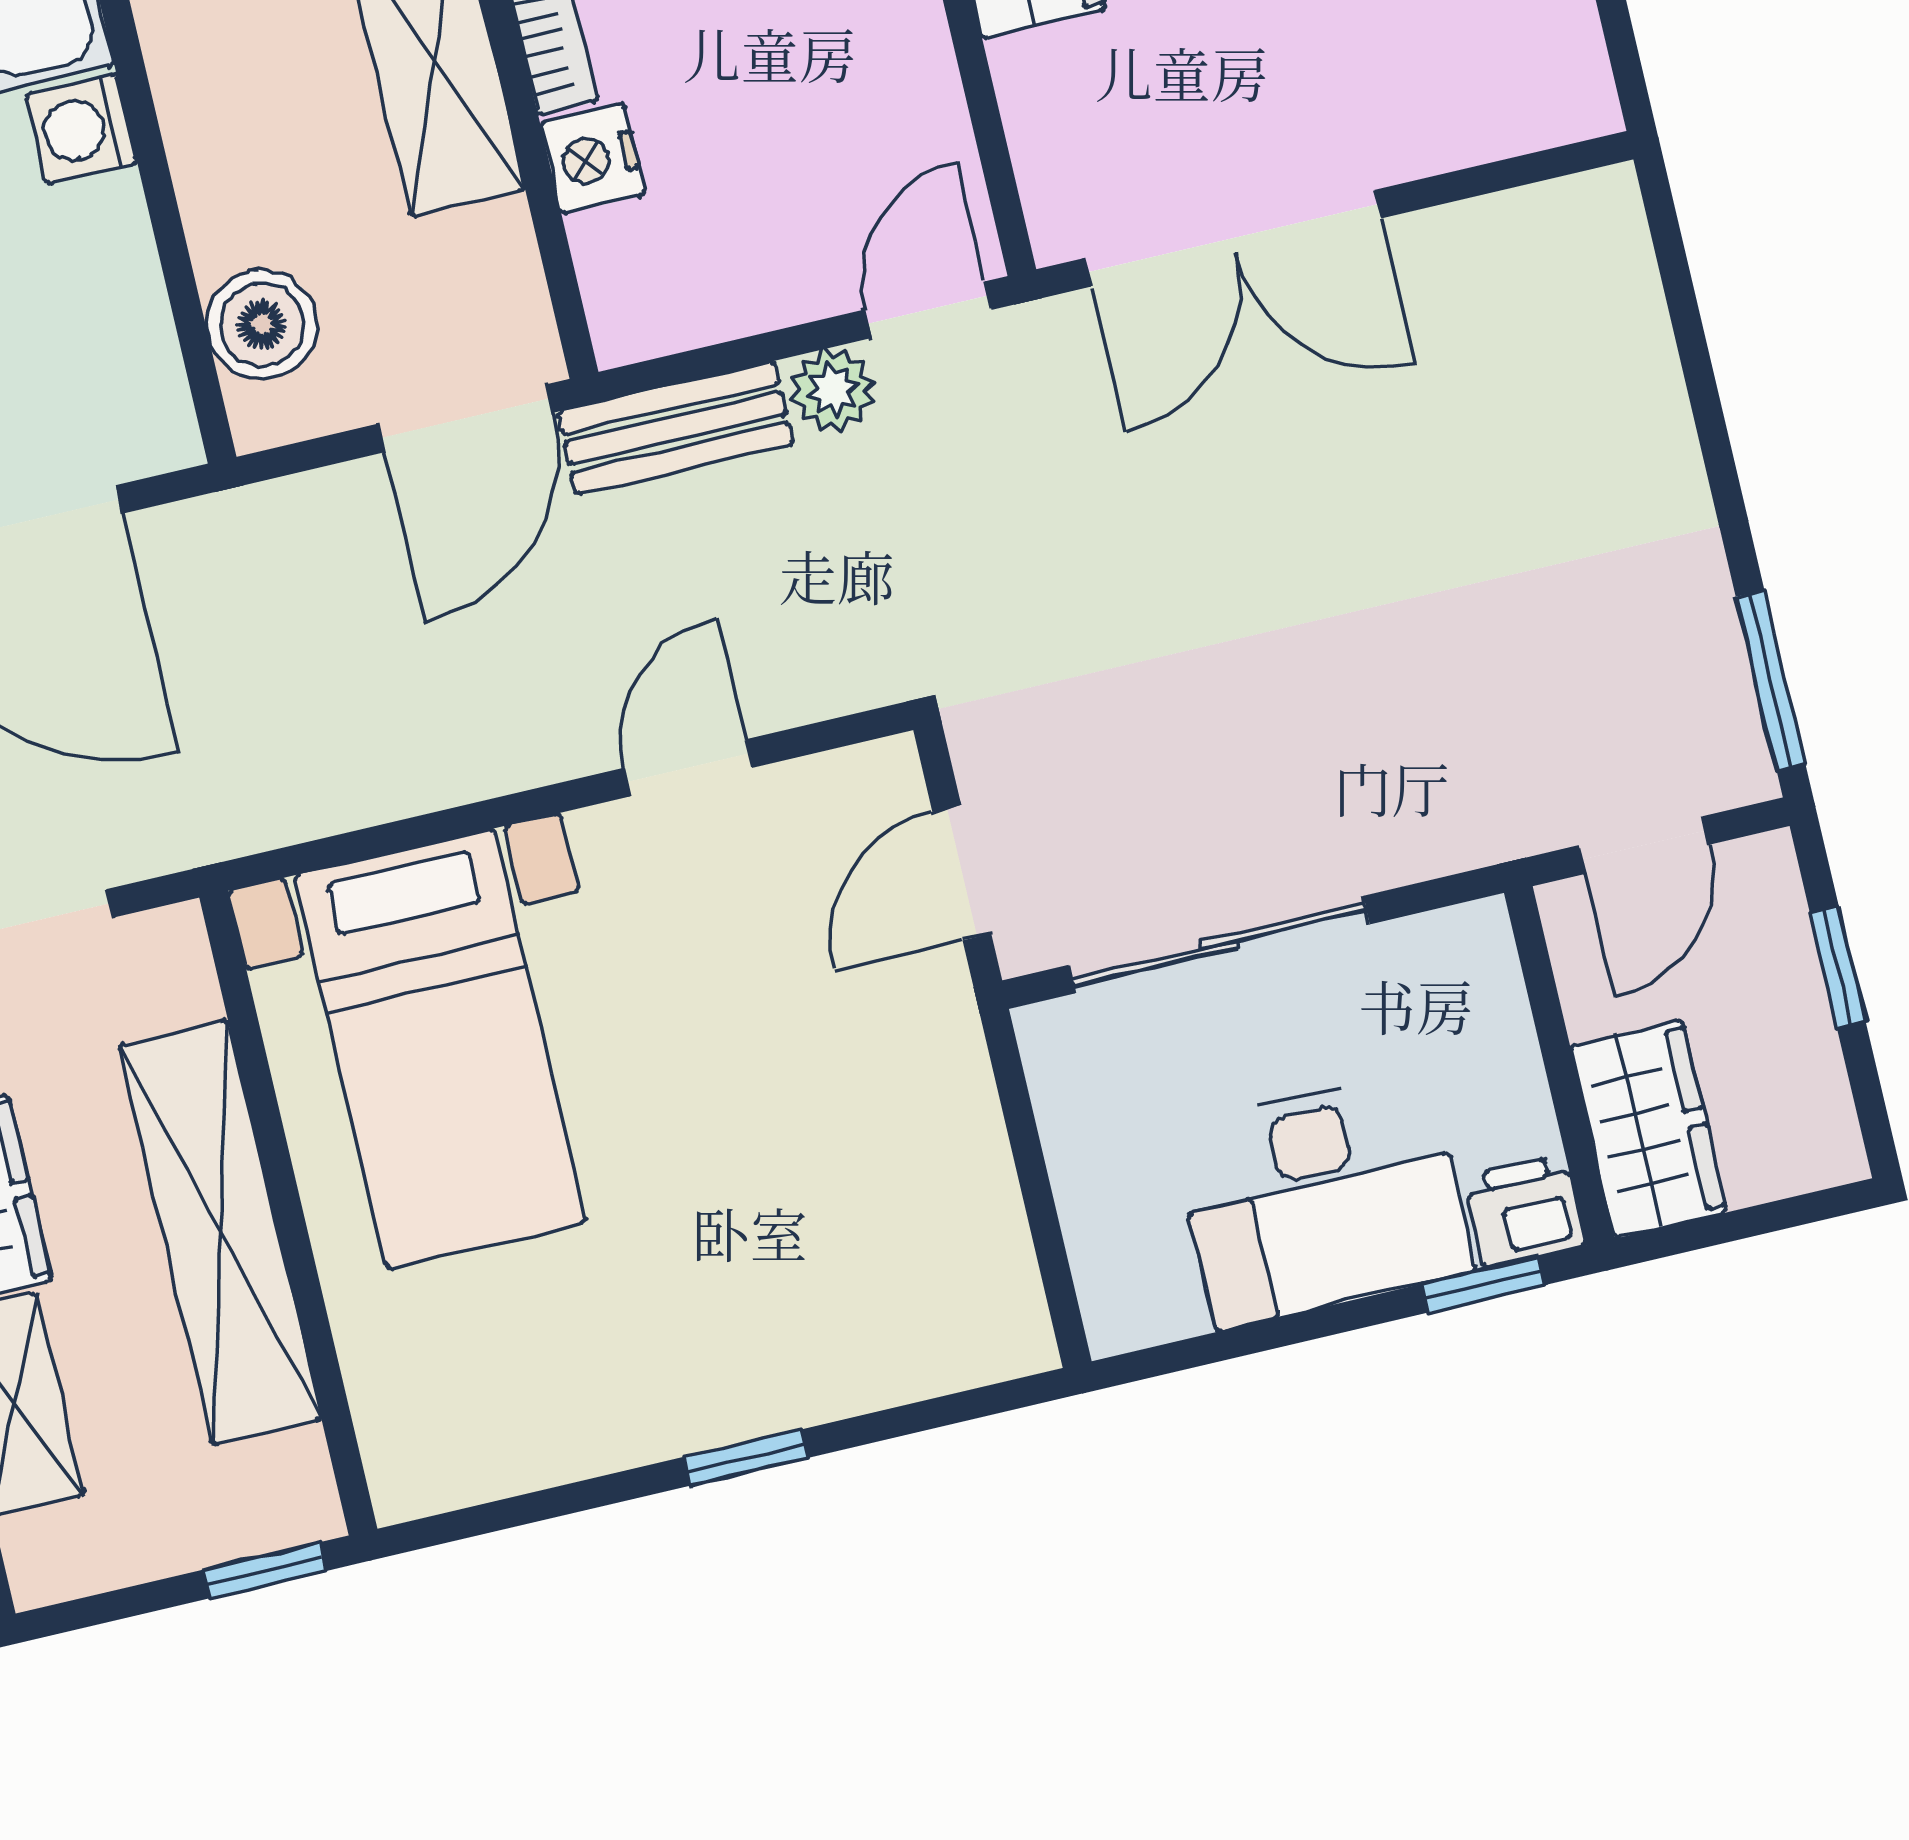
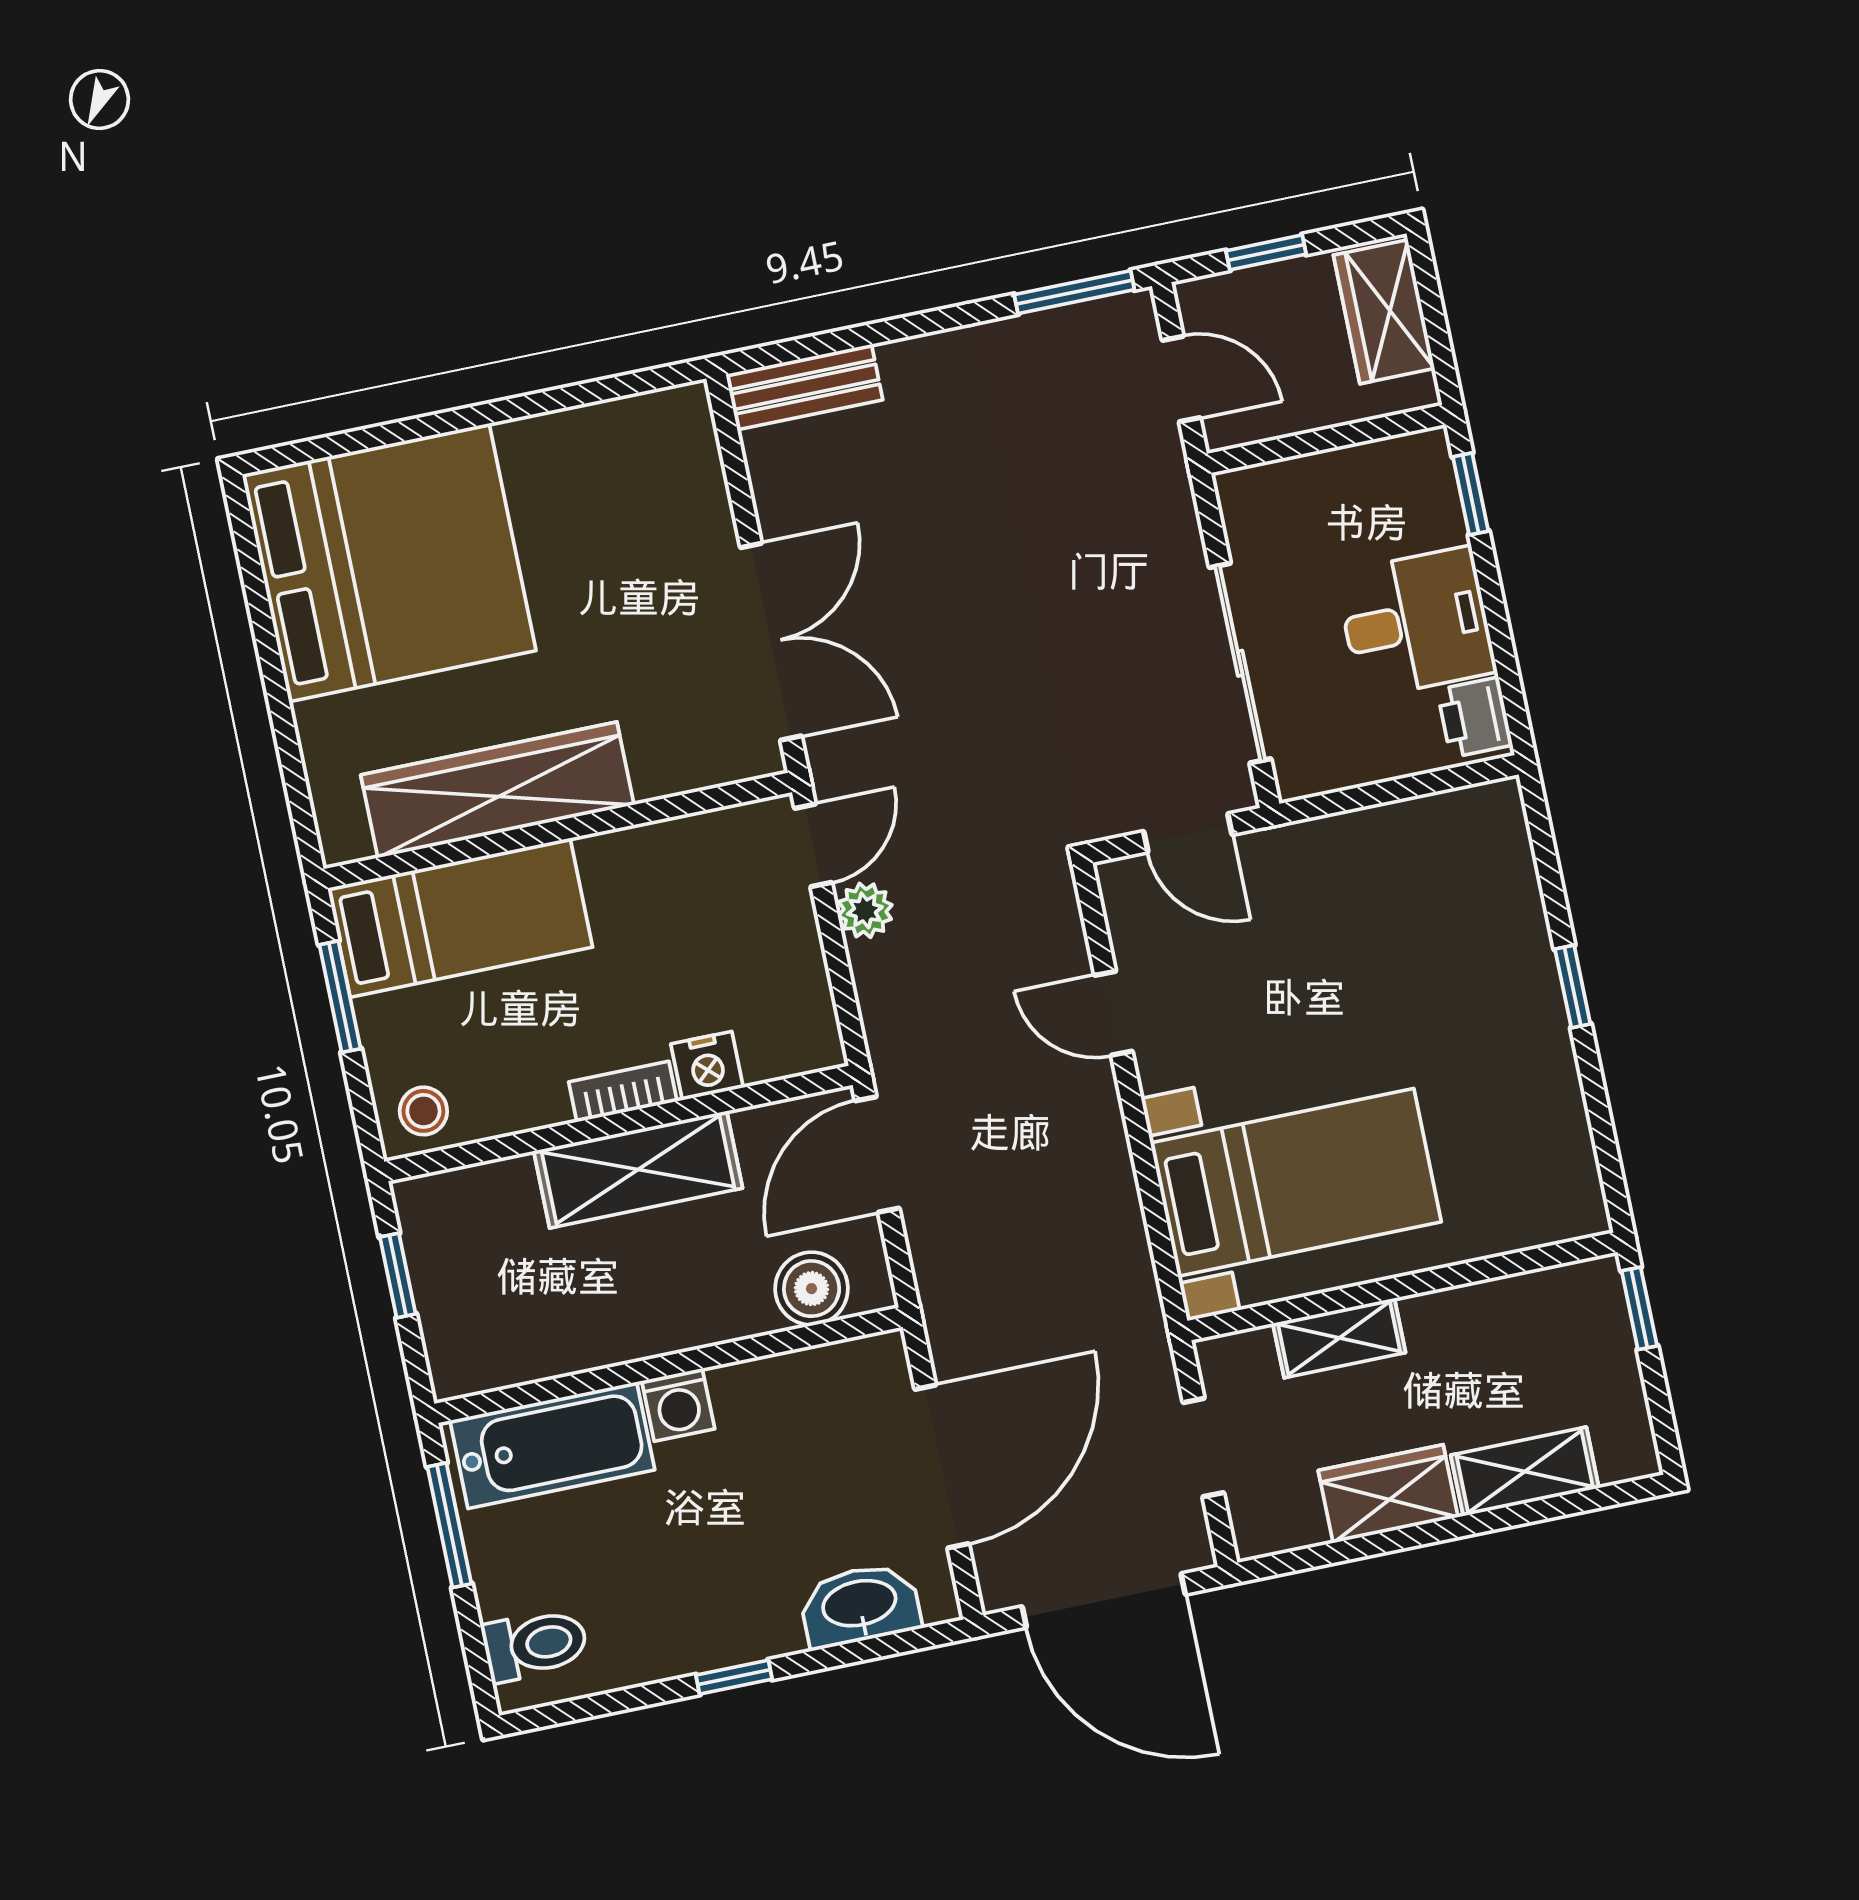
door: (928, 310) -> (813, 845), swing flipped
door: (466, 418) -> (877, 1154), swing flipped
bench: (675, 428) -> (804, 387), moved, turned 90
wardrobe: (1648, 1129) -> (1384, 312), moved, turned -90
desk: (1323, 1199) -> (1416, 622), width x0.73
printer: (1525, 1211) -> (1475, 717), moved
shelving: (220, 1232) -> (1339, 1338), width x0.45, depth x0.75

